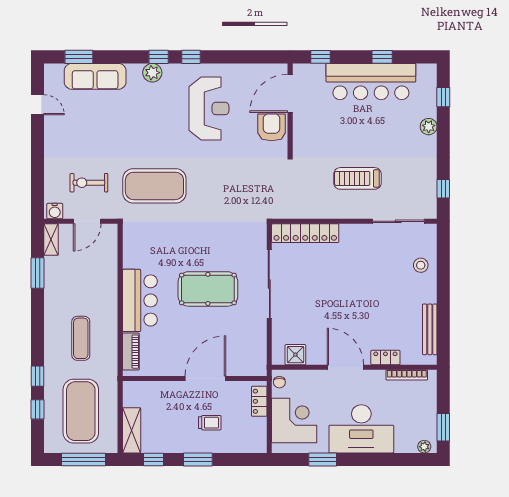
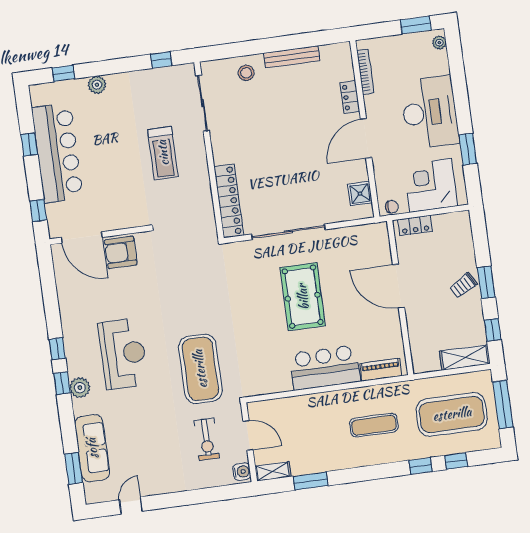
reception desk: (209, 108) -> (123, 354), moved, turned 90
bench: (430, 329) -> (292, 57), moved
trolley: (210, 423) -> (464, 285), moved, turned -120

